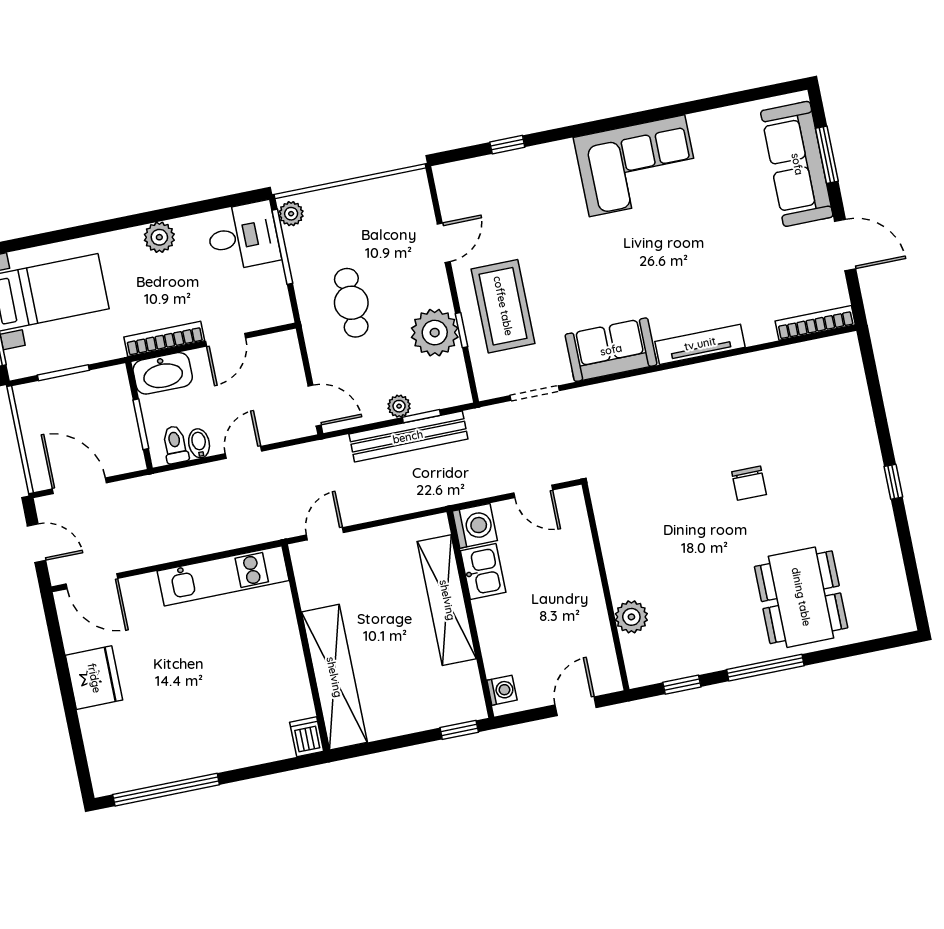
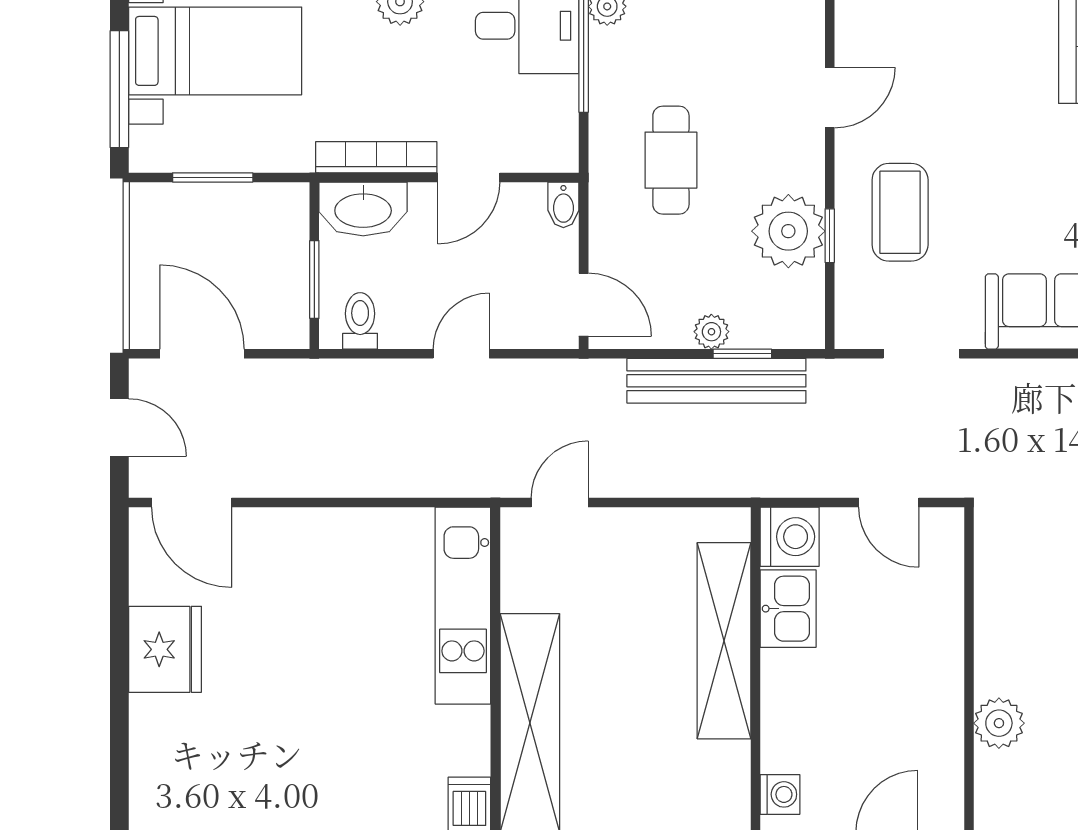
coffee table: (503, 306) -> (900, 212), width x0.73, depth x0.76
bidet: (199, 443) -> (563, 205), moved, turned 180
kitchen unit: (223, 576) -> (463, 606), moved, turned 90

